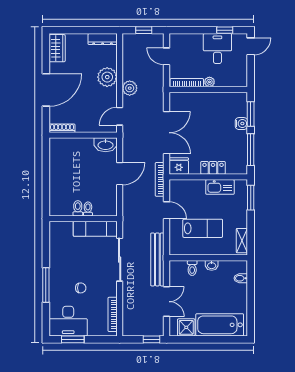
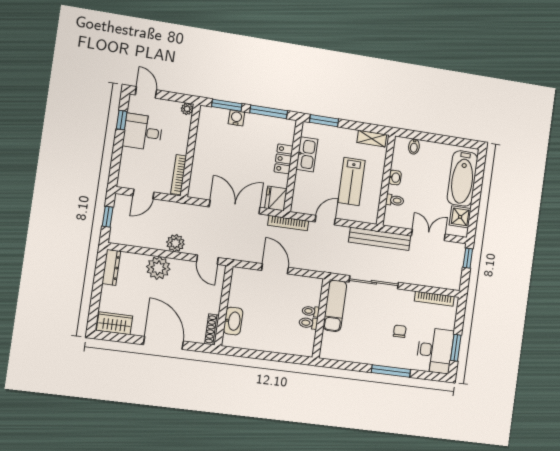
plant: (209, 82) -> (187, 109), moved
washbasin: (106, 145) -> (233, 321), moved
lab bench: (203, 228) -> (352, 181), turned 180

